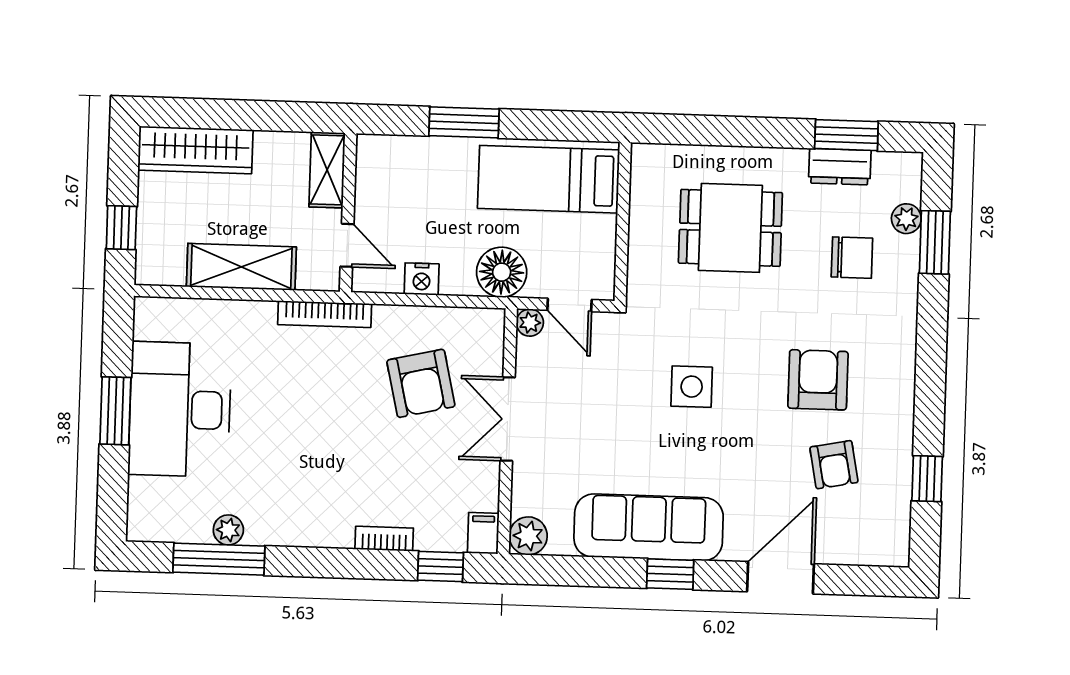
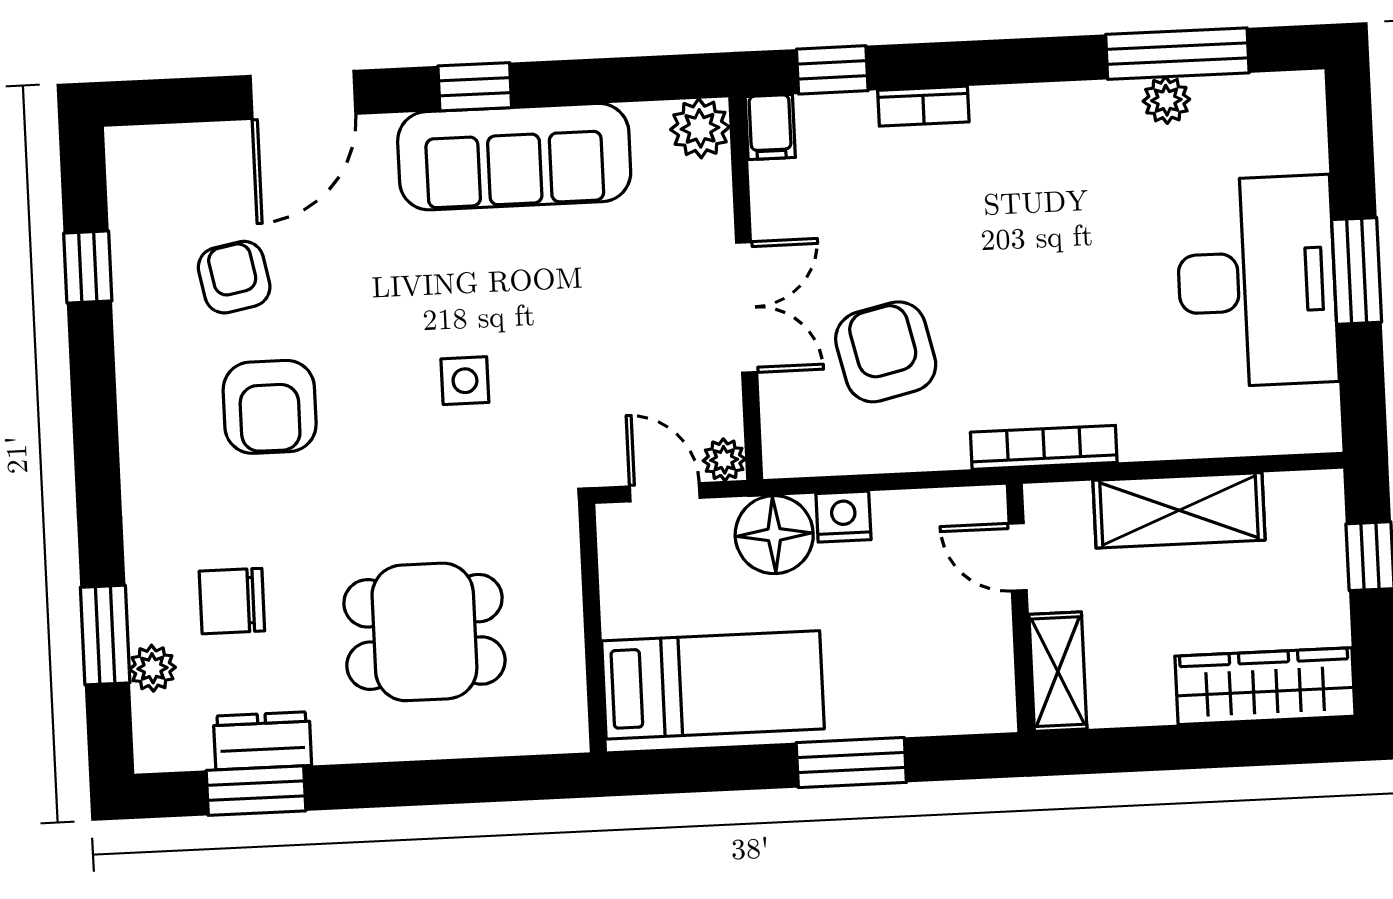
nightstand: (422, 279) -> (843, 517), moved
side table: (692, 387) -> (465, 381), width x0.73, depth x0.73

